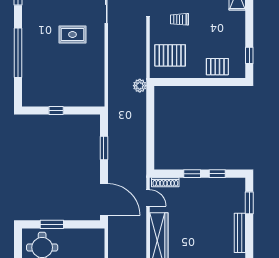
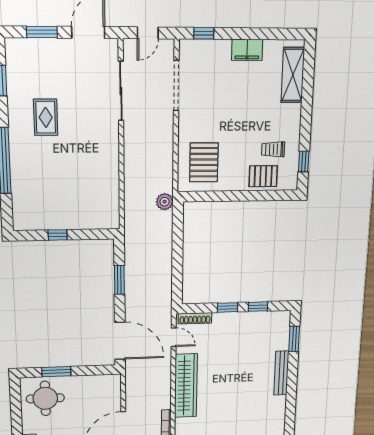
trolley: (180, 19) -> (273, 149), moved
rug: (73, 34) -> (46, 117), moved, turned 90
pallet: (170, 55) -> (204, 162), turned 90

